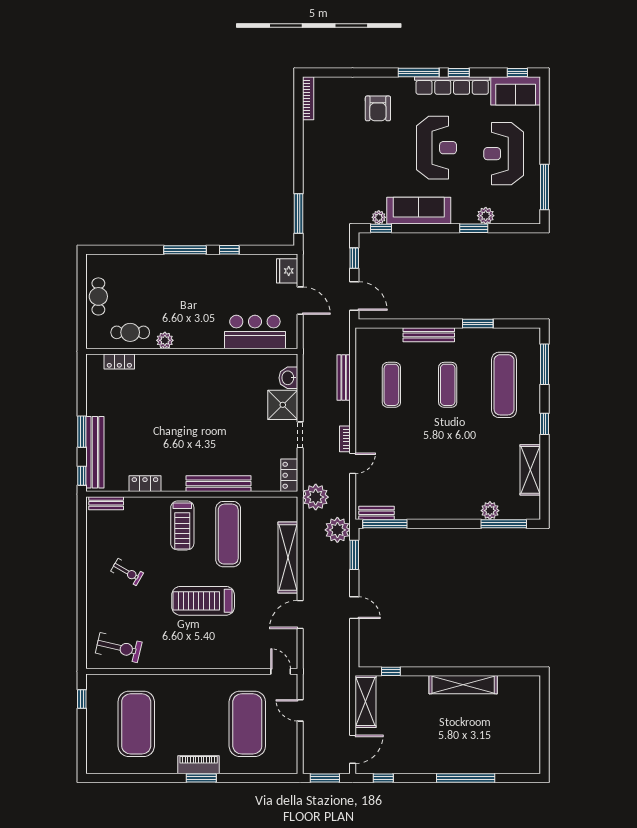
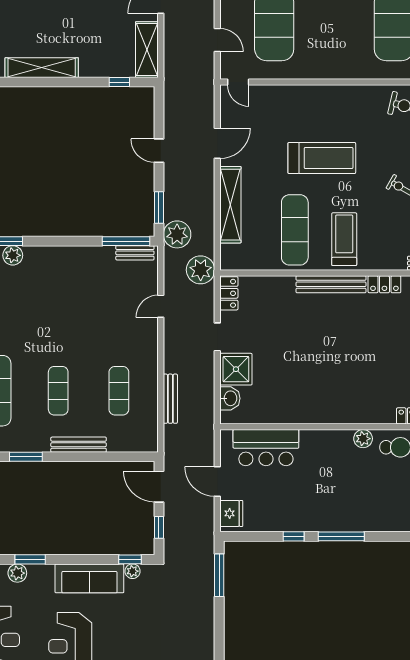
bookcase: (345, 439) -> (169, 333), removed
bench: (218, 484) -> (331, 284), moved

